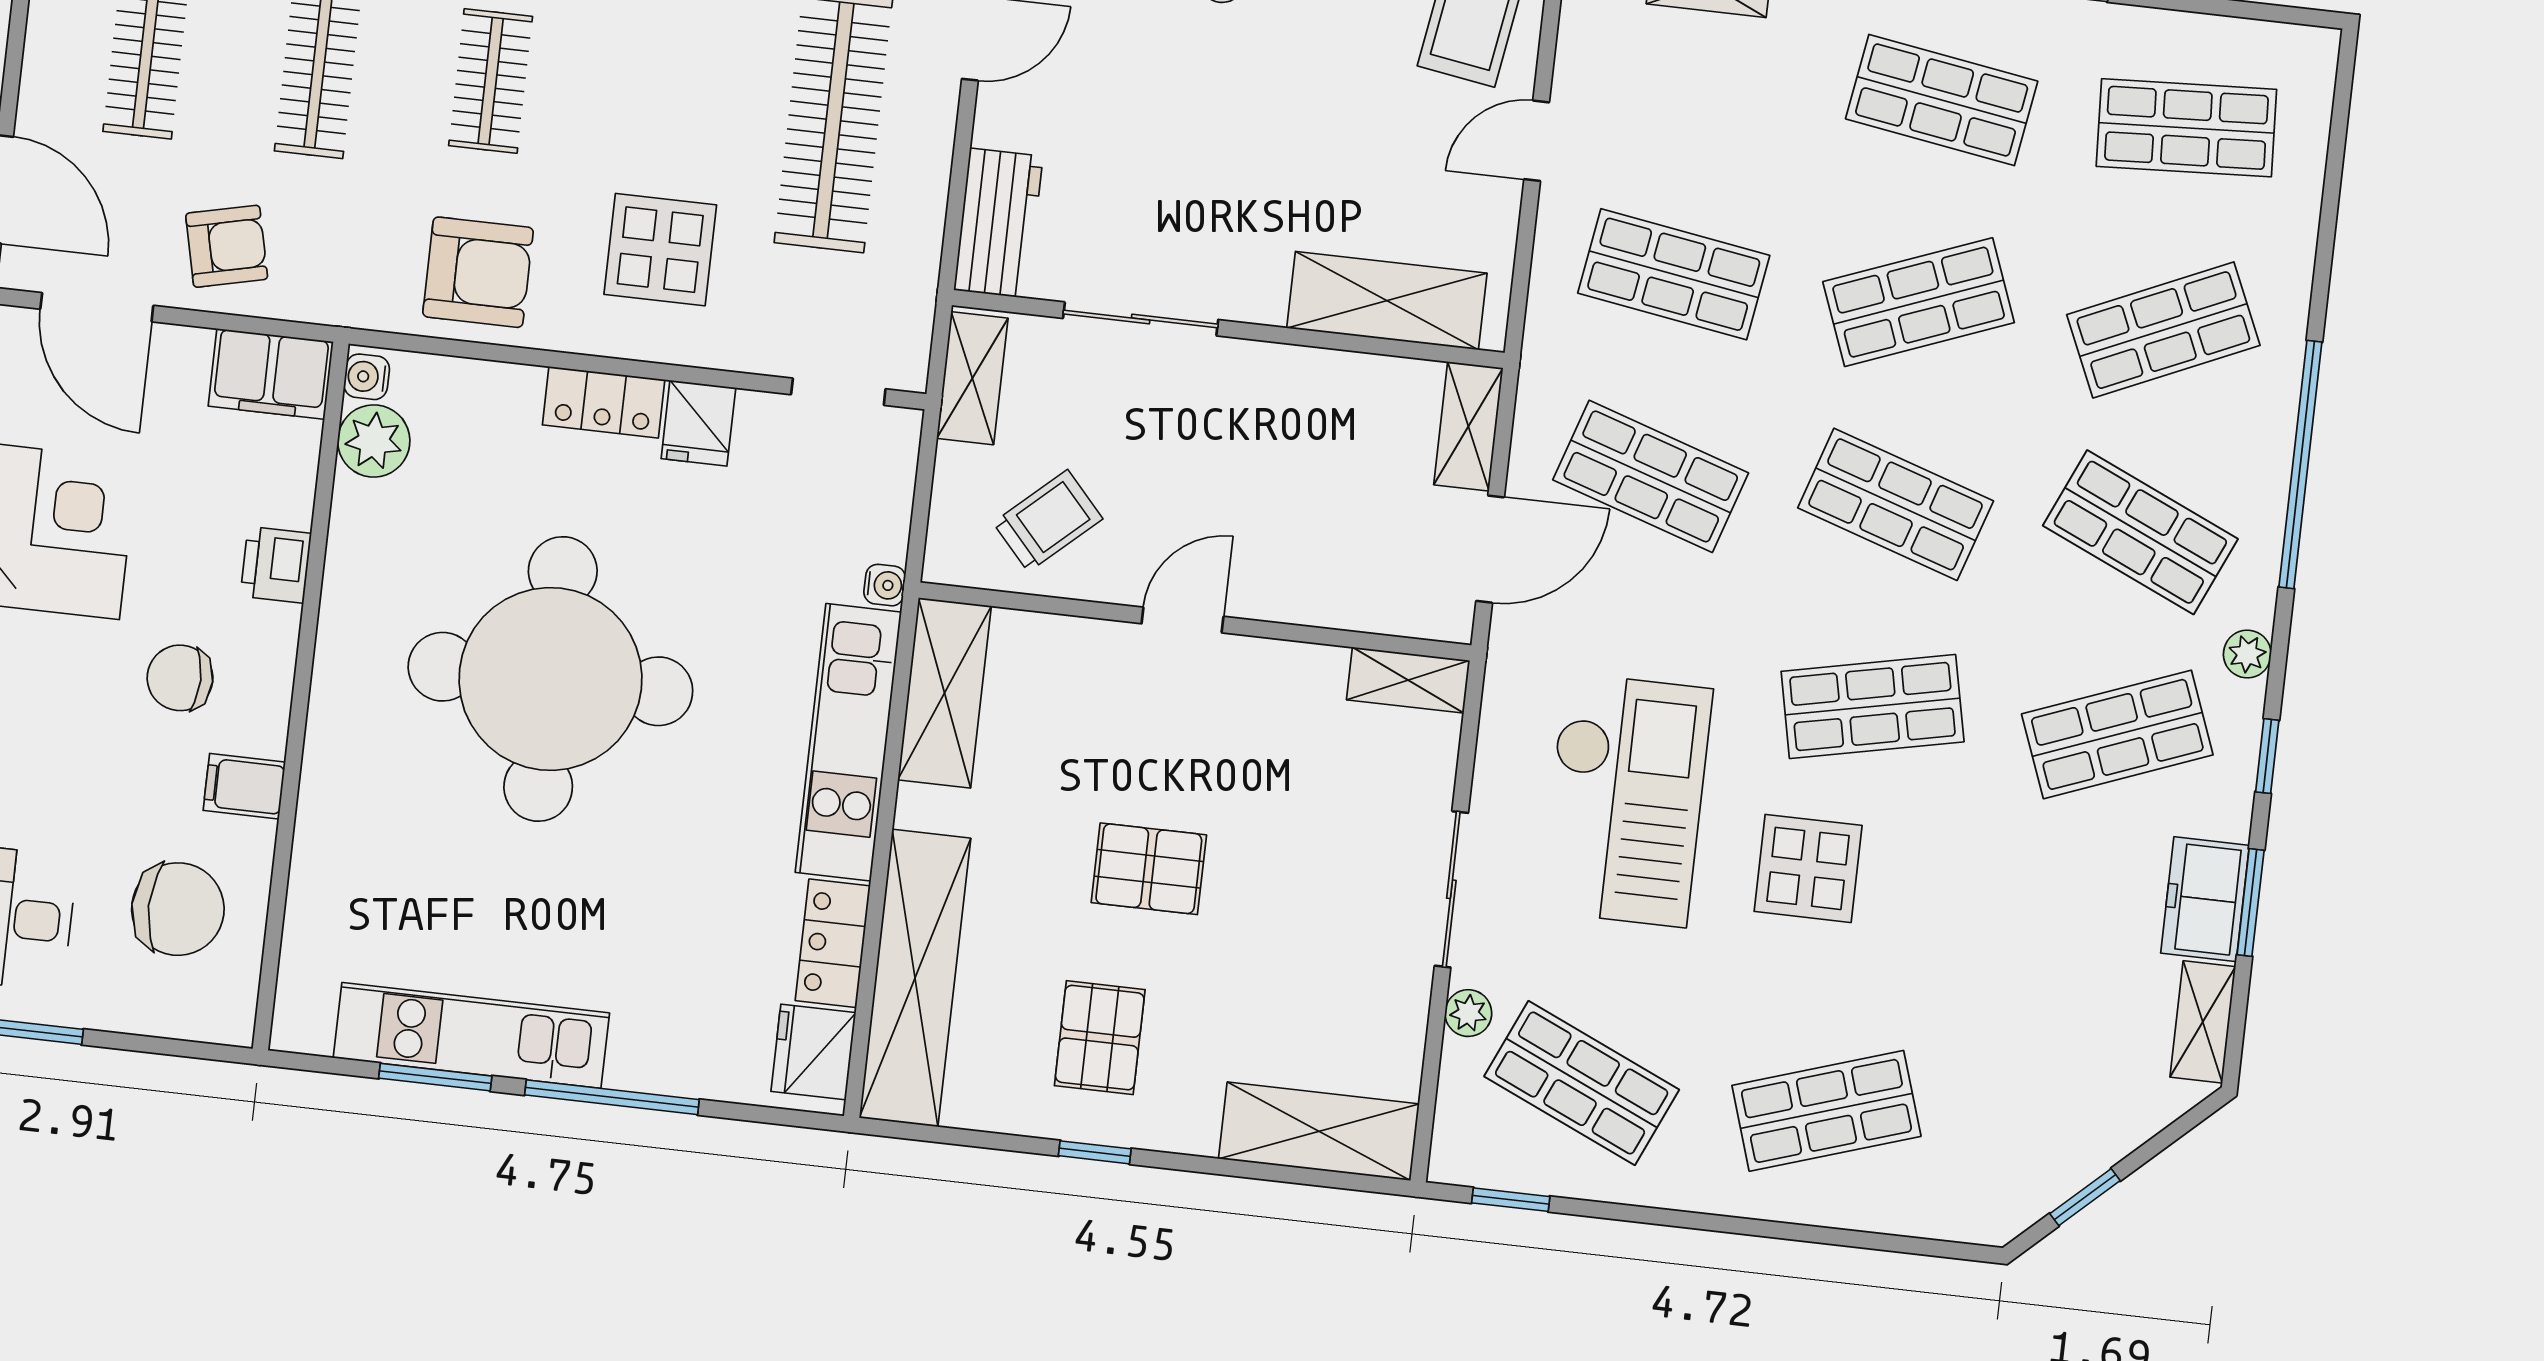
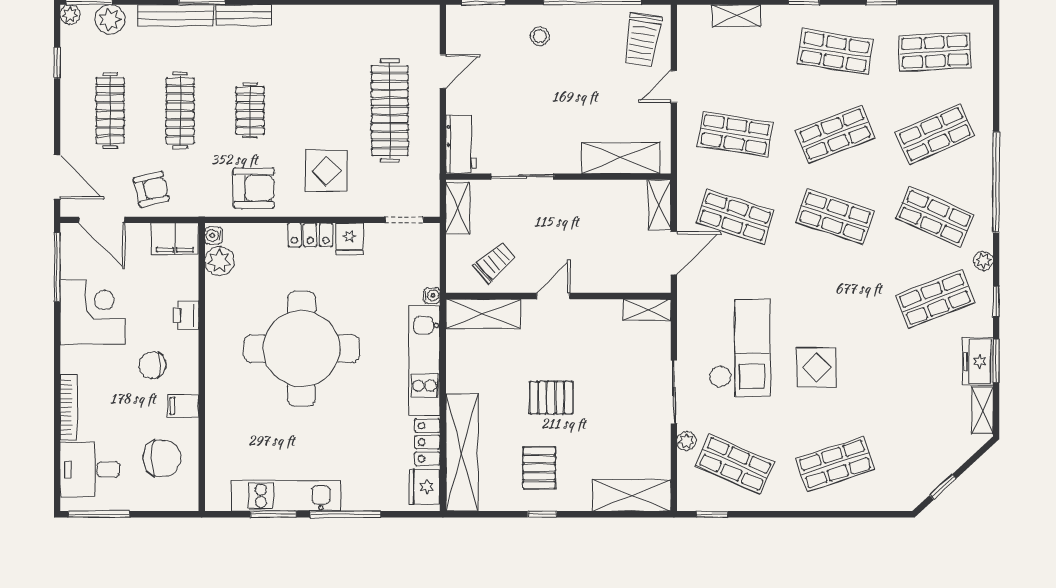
shelving: (944, 693) -> (483, 314), moved, turned 90
shop shelf: (1873, 707) -> (835, 299), removed

